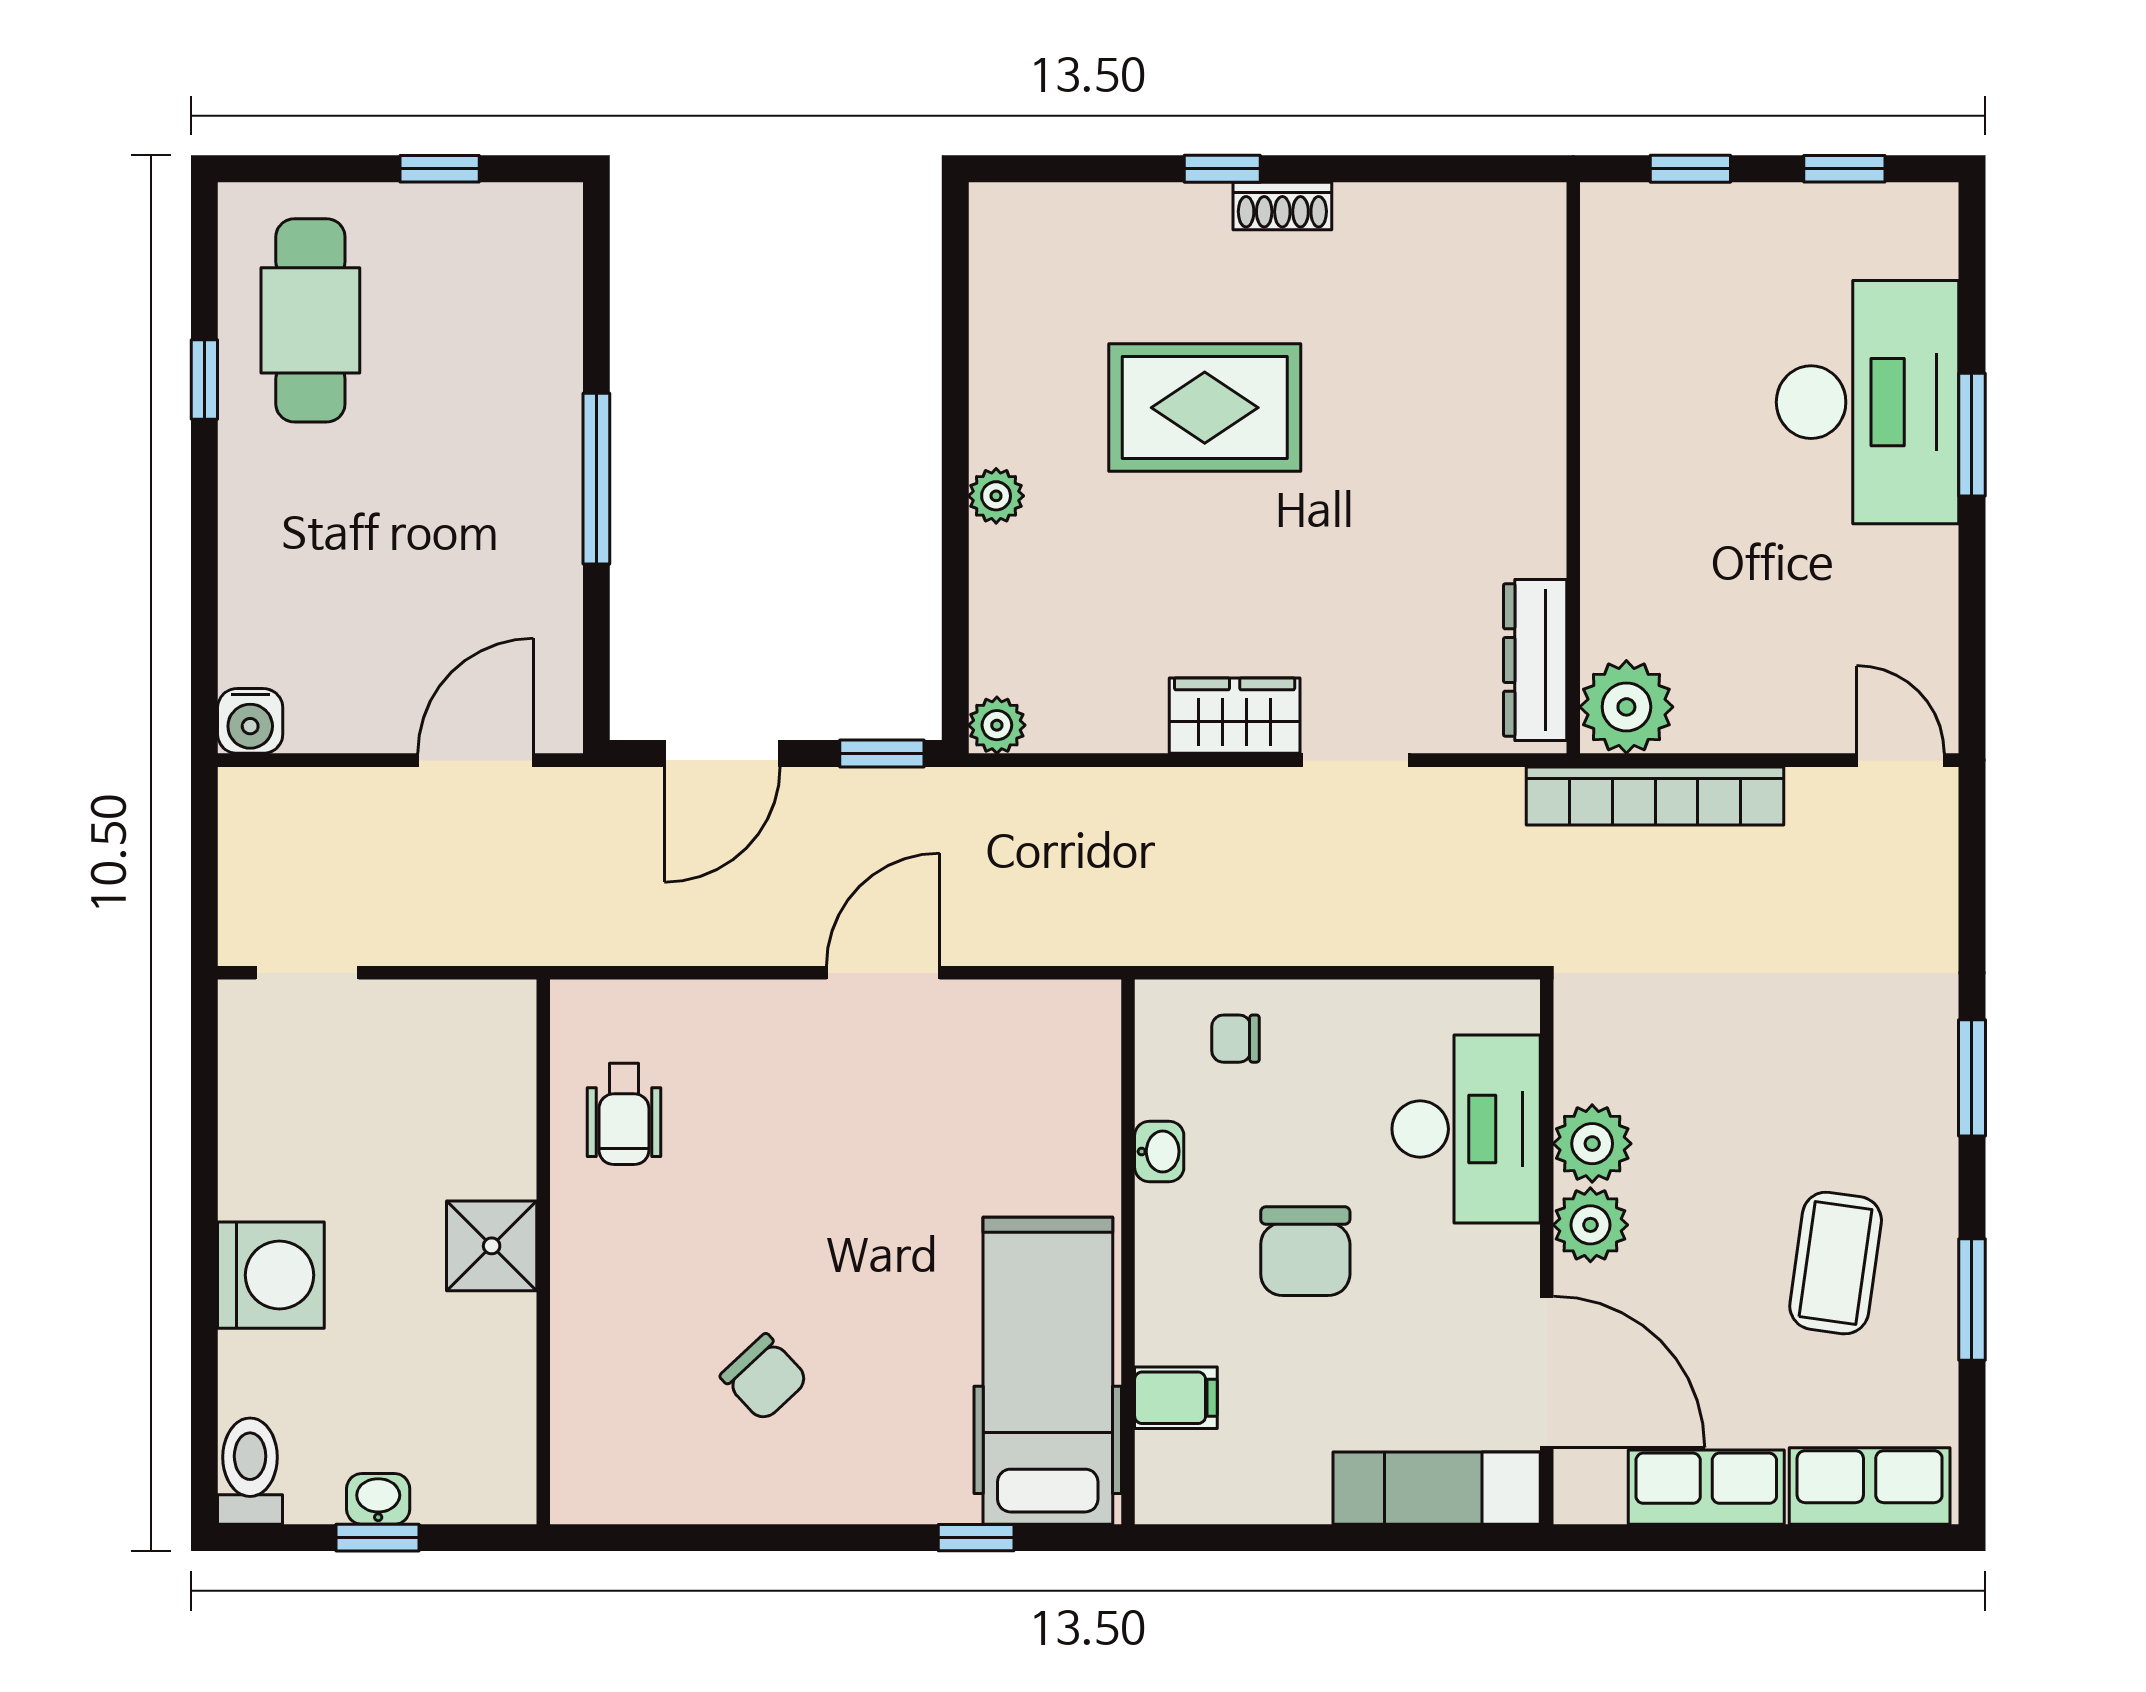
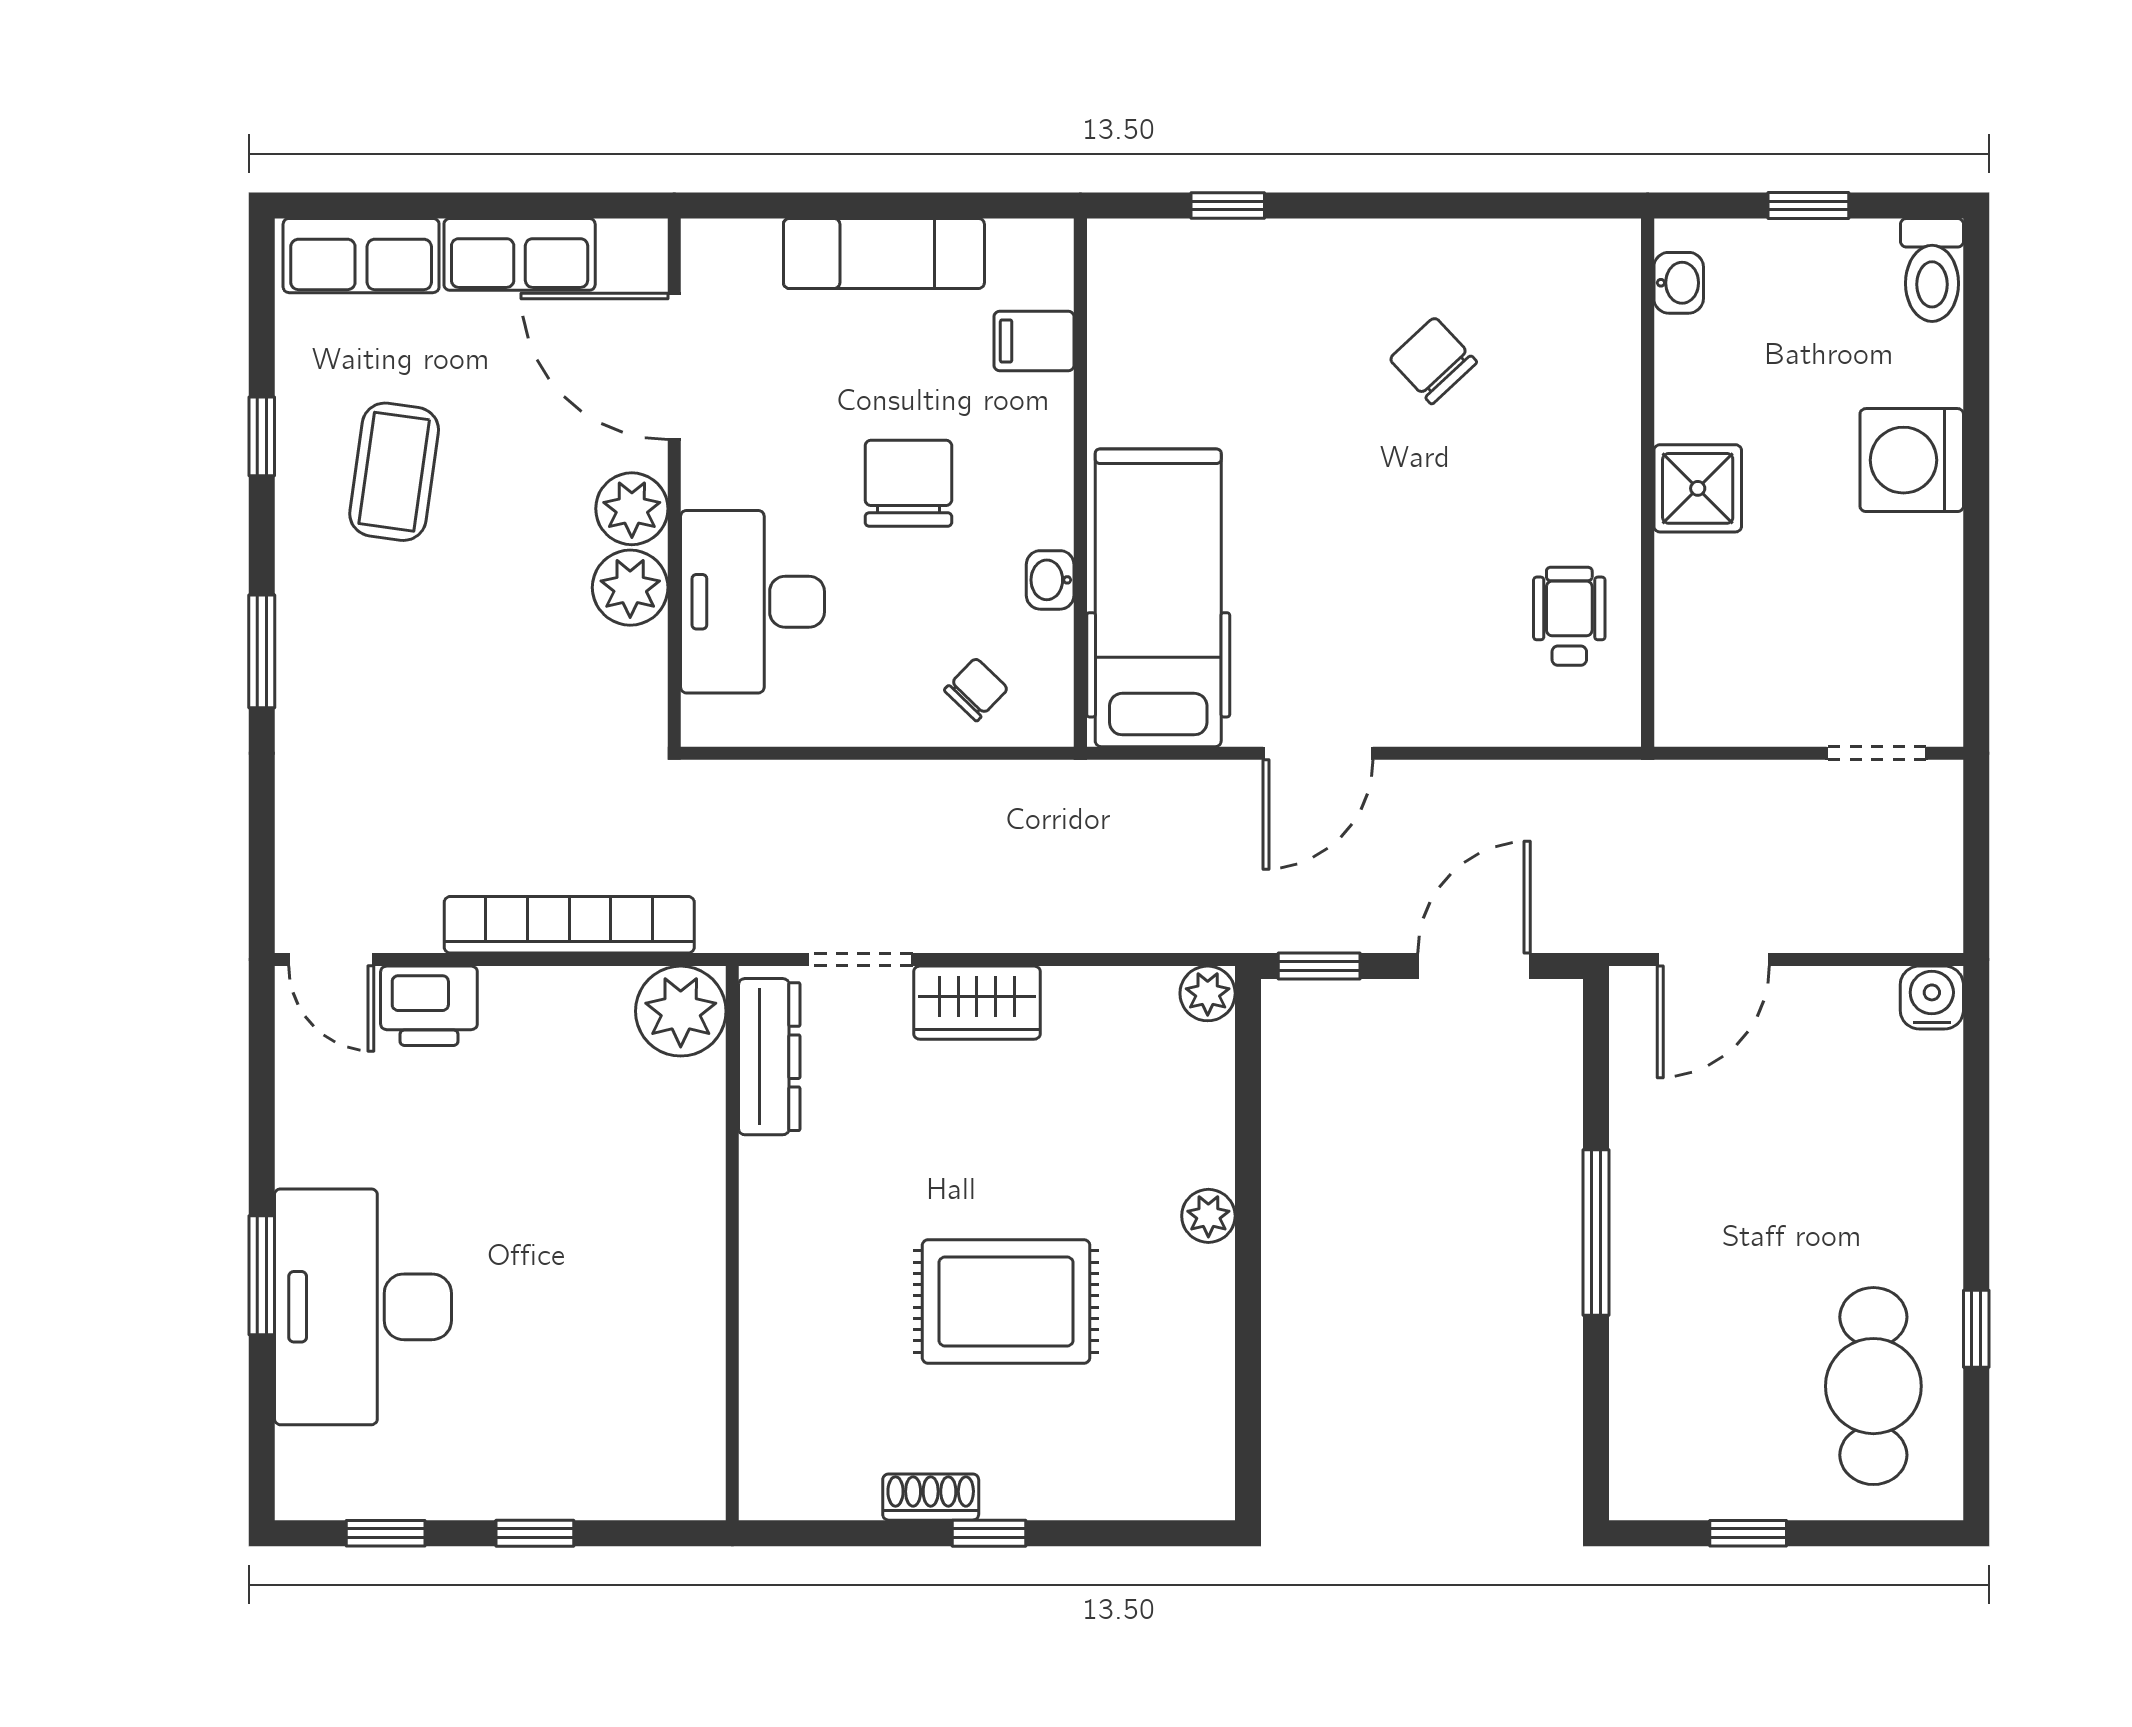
wall: (1573, 468) -> (732, 1243), moved
dresser: (1535, 660) -> (769, 1057), moved
plant: (1626, 707) -> (681, 1011), moved
printer: (1800, 712) -> (429, 1006), added
chair: (1236, 1039) -> (976, 689), turned -46
window: (1972, 1299) -> (262, 436), width x0.67
hospital bed: (1048, 1371) -> (1158, 598), moved, turned 180
exam couch: (1437, 1488) -> (884, 253), moved
washbasin: (378, 1499) -> (1679, 283), moved, turned -90

